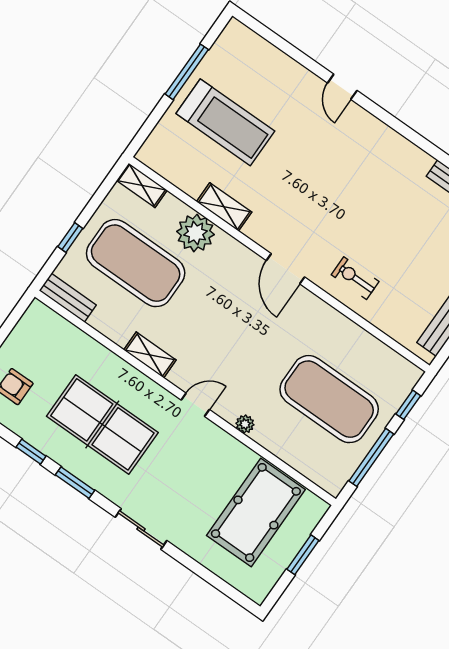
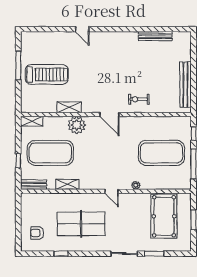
plant: (195, 233) -> (77, 125), moved
shelving: (150, 355) -> (67, 184), moved
door: (195, 405) -> (112, 191), swing flipped
window: (75, 483) -> (154, 254), moved

